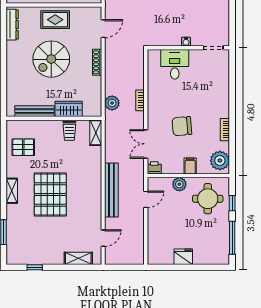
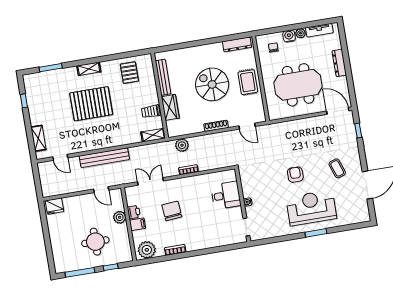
printer: (154, 168) -> (134, 212), moved
round table: (208, 199) -> (95, 242), moved
fridge: (183, 257) -> (55, 206), moved, turned 90

